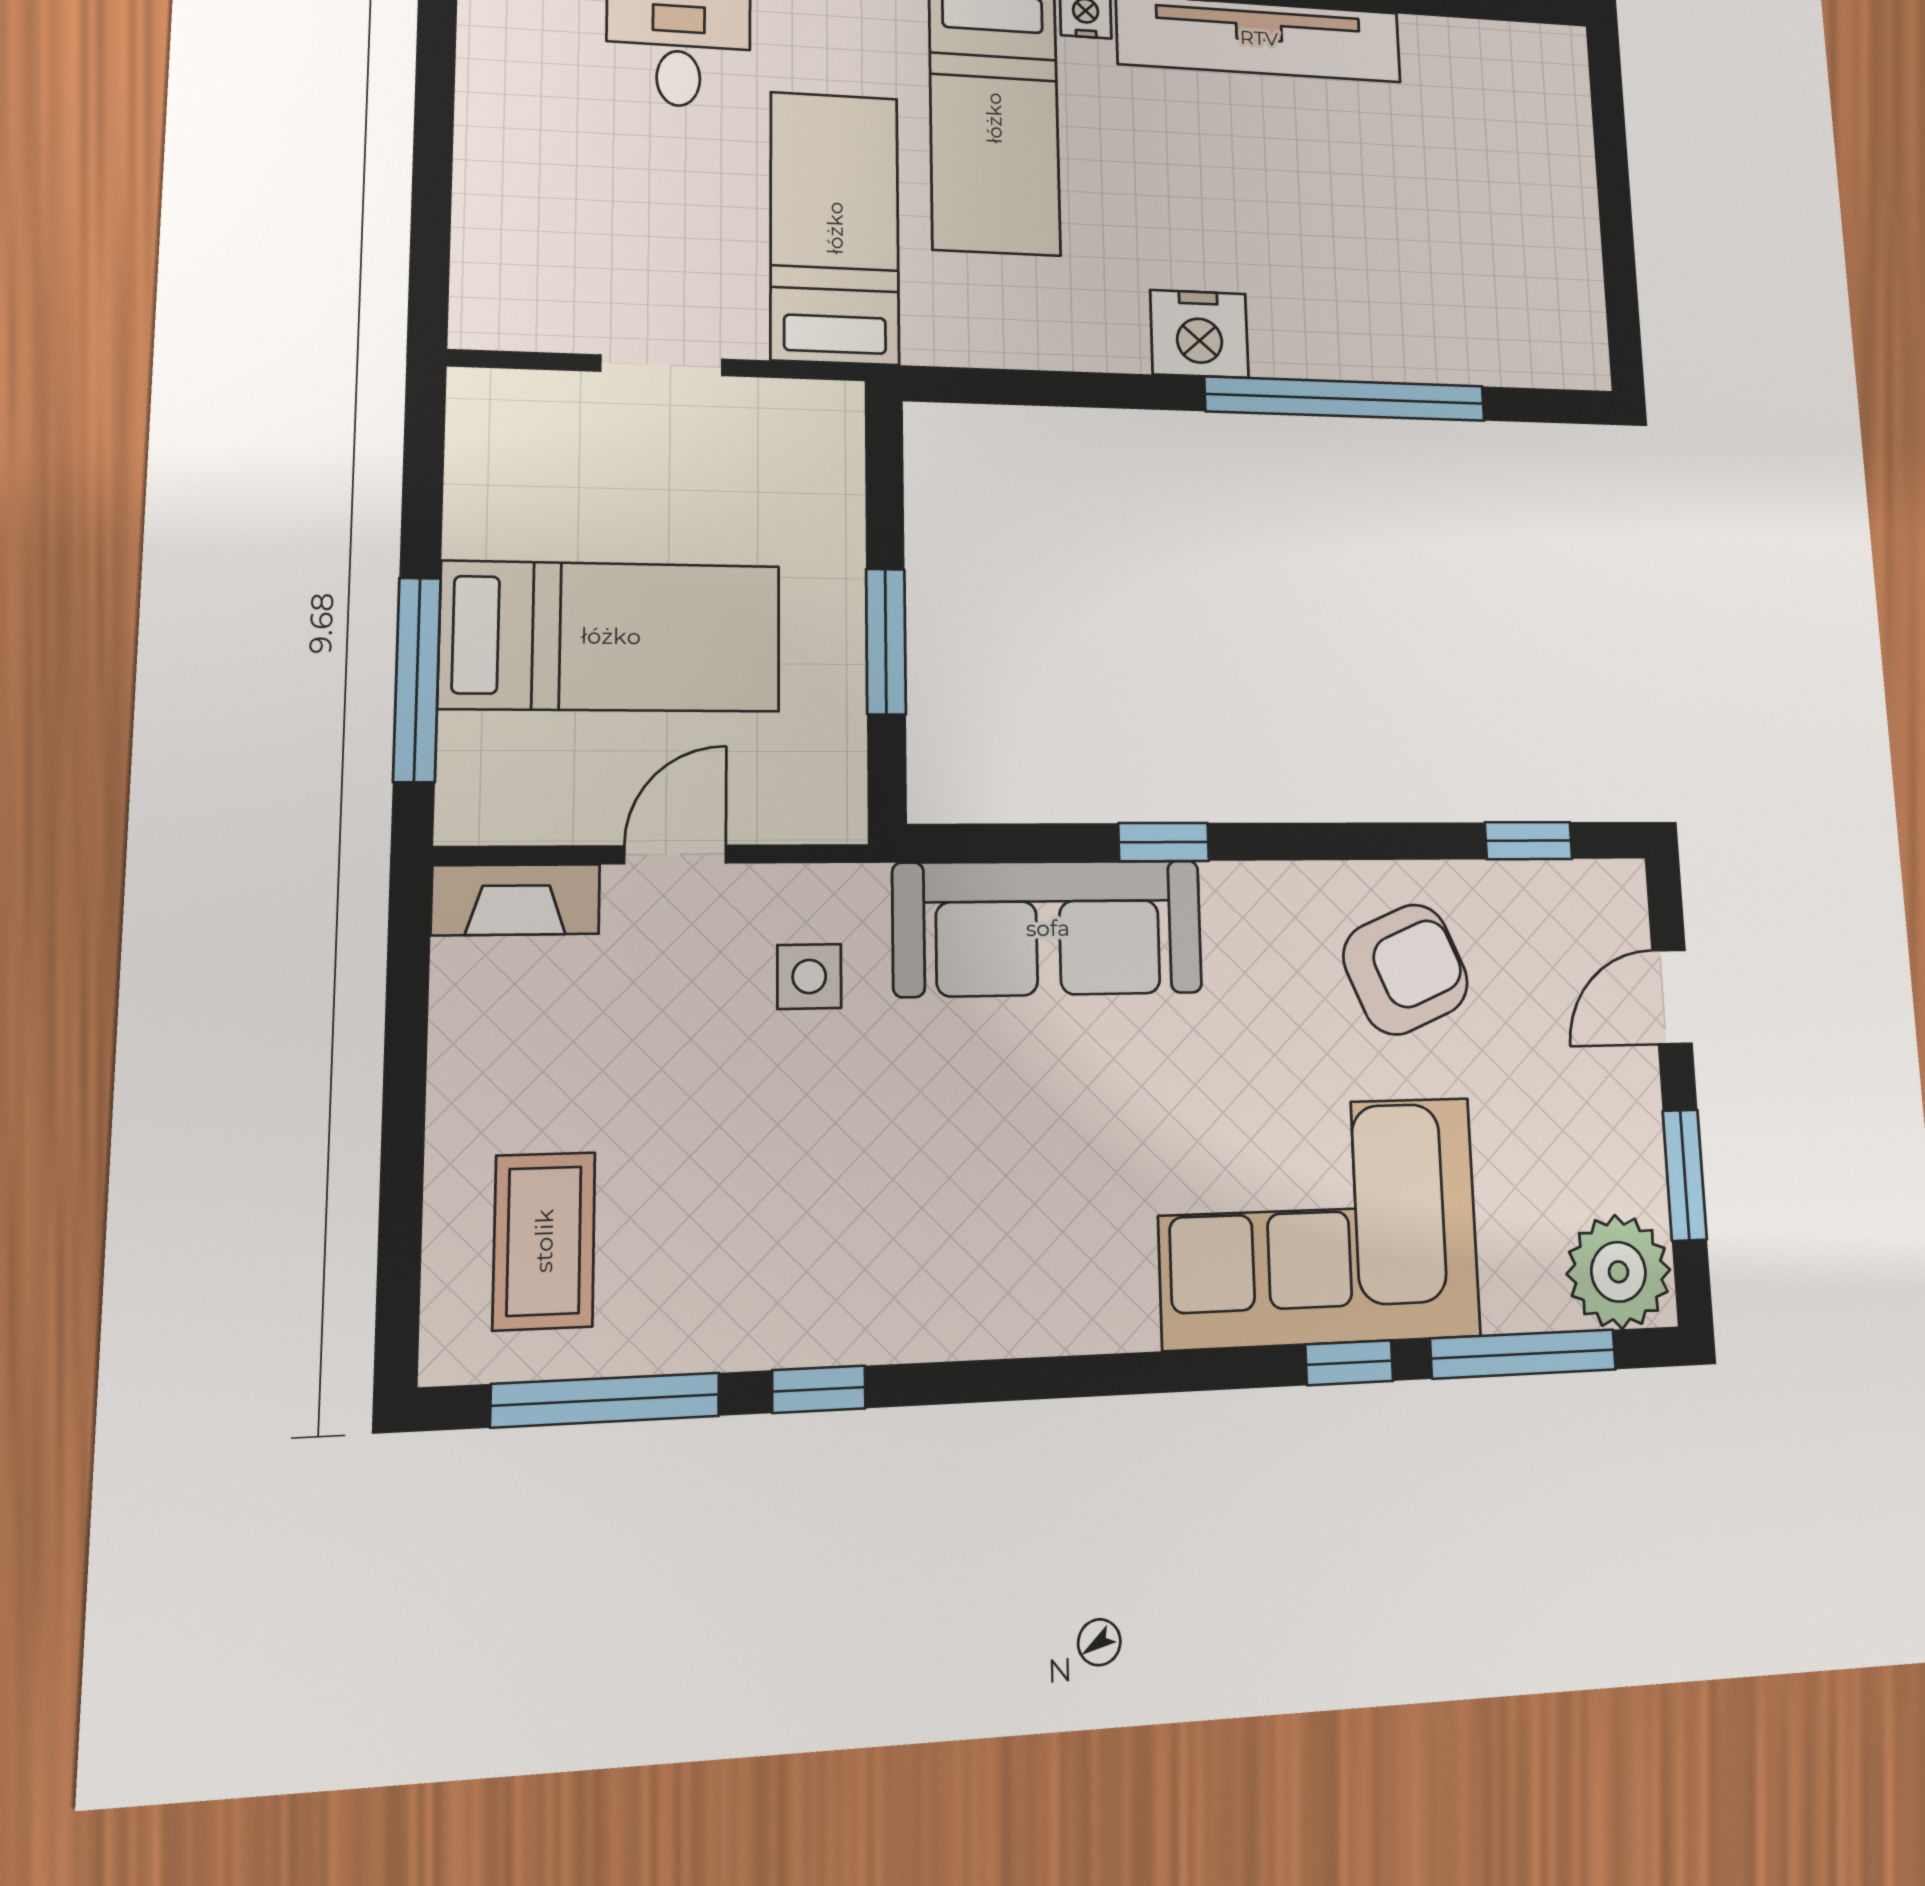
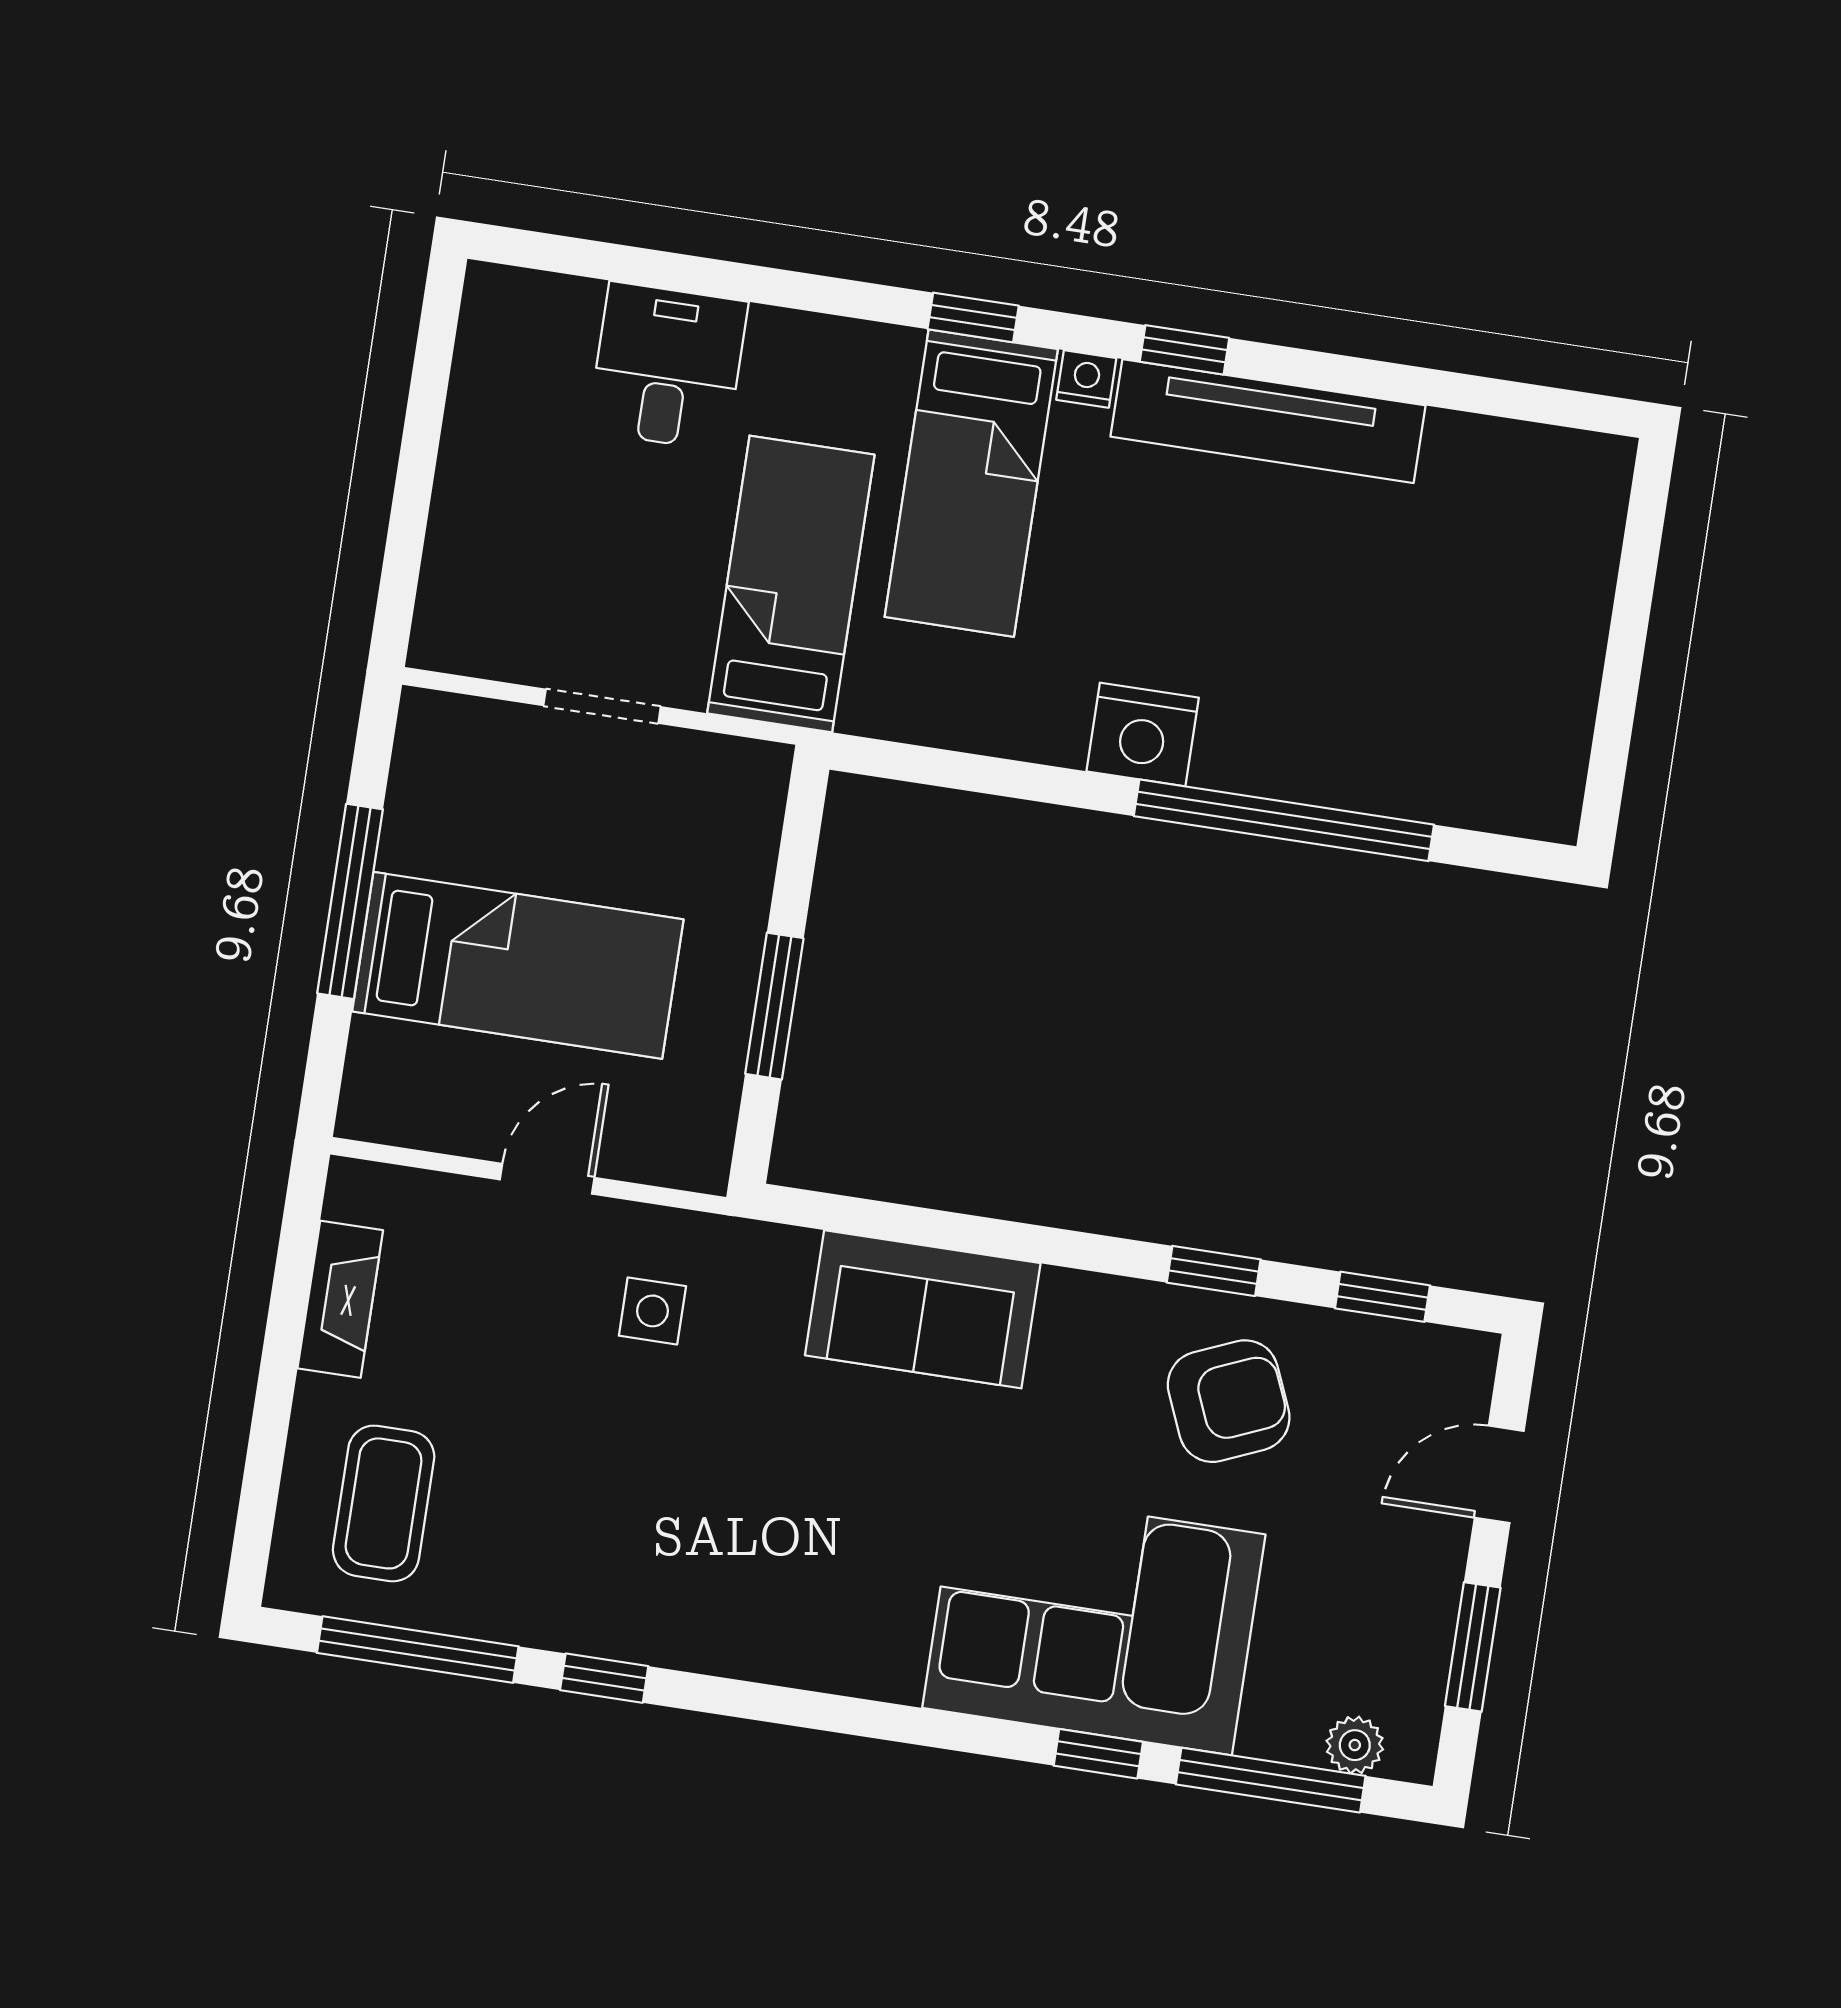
window: (417, 679) -> (350, 901), moved
window: (1164, 842) -> (1214, 1271), moved
fireplace: (516, 900) -> (340, 1299), moved, turned -90
sofa: (1048, 928) -> (923, 1309), width x0.73
plant: (1618, 1272) -> (1355, 1745), width x0.53, depth x0.53

